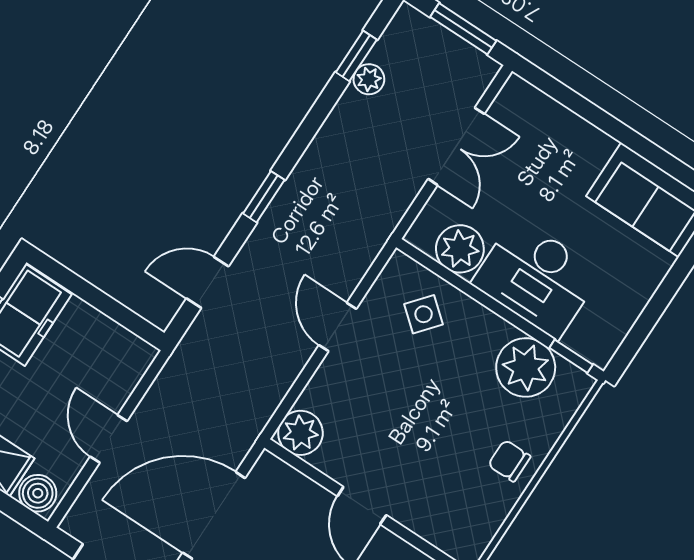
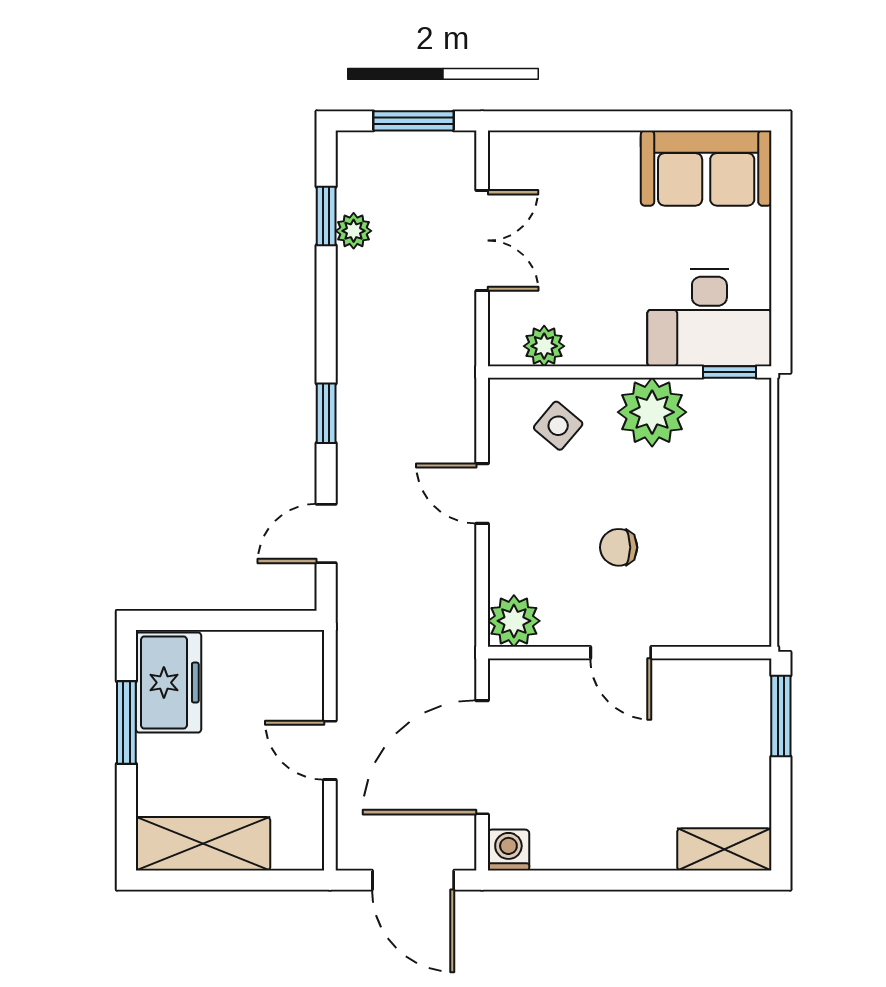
plant: (460, 249) -> (544, 346), width x0.73, depth x0.73
desk: (537, 278) -> (709, 318), moved
plant: (526, 367) -> (652, 412), moved
chair: (509, 461) -> (619, 547), moved
boiler: (38, 493) -> (296, 849), removed

